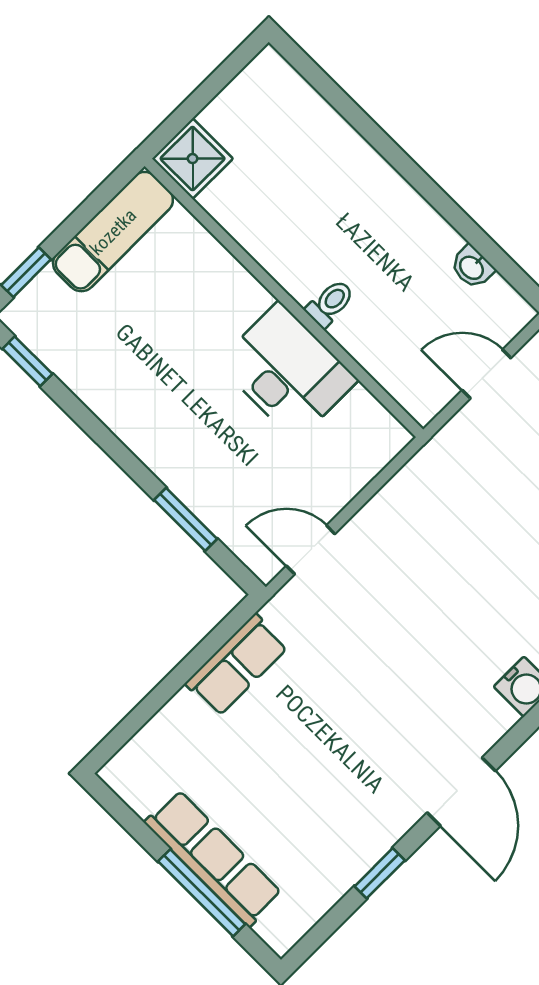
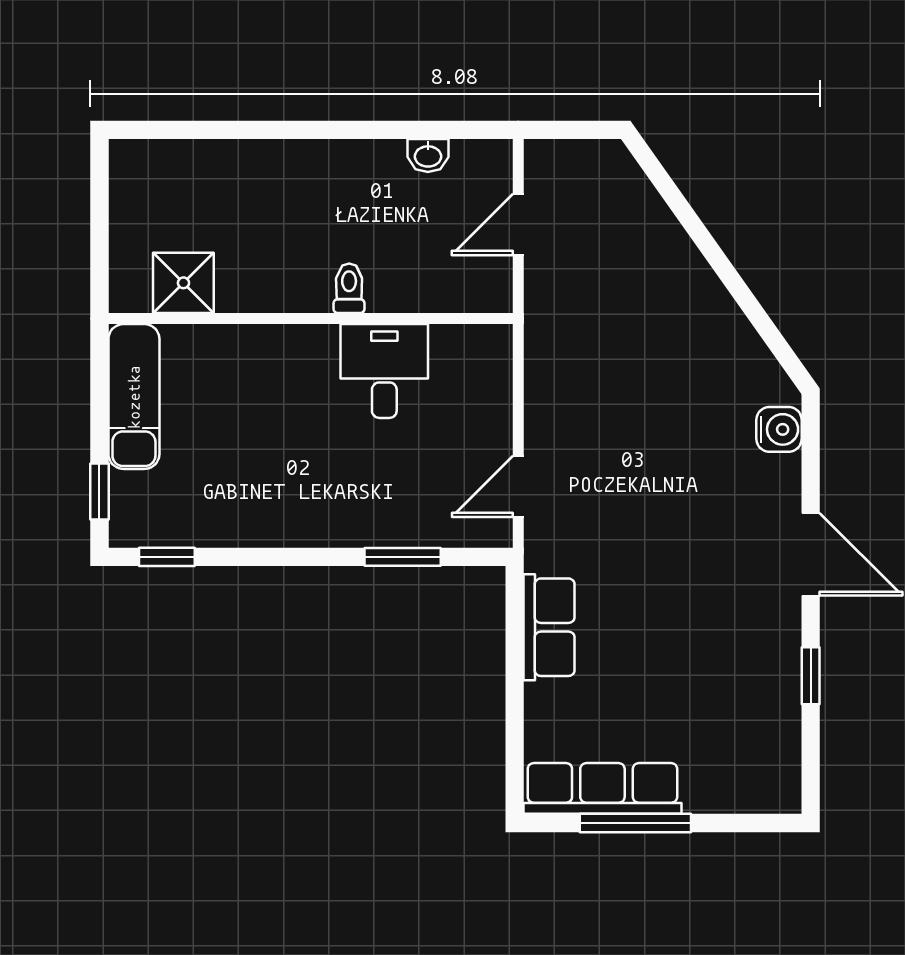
shower: (193, 159) -> (183, 283), moved
desk: (287, 372) -> (384, 371), width x0.73
row of seats: (213, 858) -> (602, 788), moved
window: (202, 893) -> (635, 823), moved

